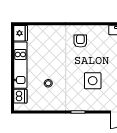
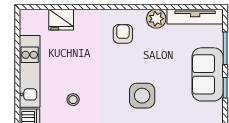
plant: (102, 31) -> (156, 19), added
fridge: (21, 33) -> (61, 20), moved, turned 90

